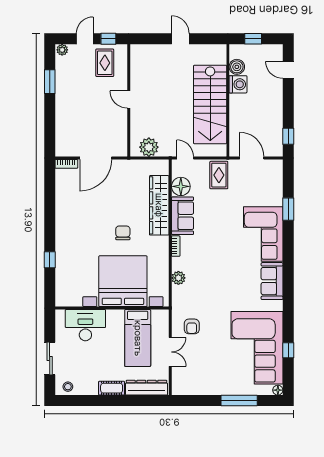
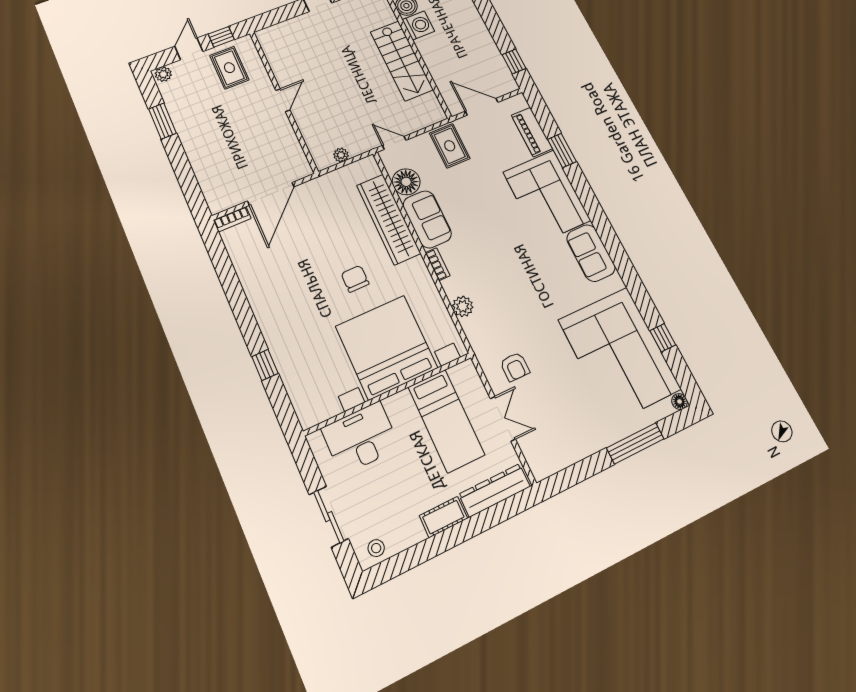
door: (129, 99) -> (283, 100), swing flipped
stairs: (210, 105) -> (402, 61), width x0.73, depth x0.66
plant: (149, 147) -> (341, 155), width x0.53, depth x0.53
piano: (275, 189) -> (532, 132), added

